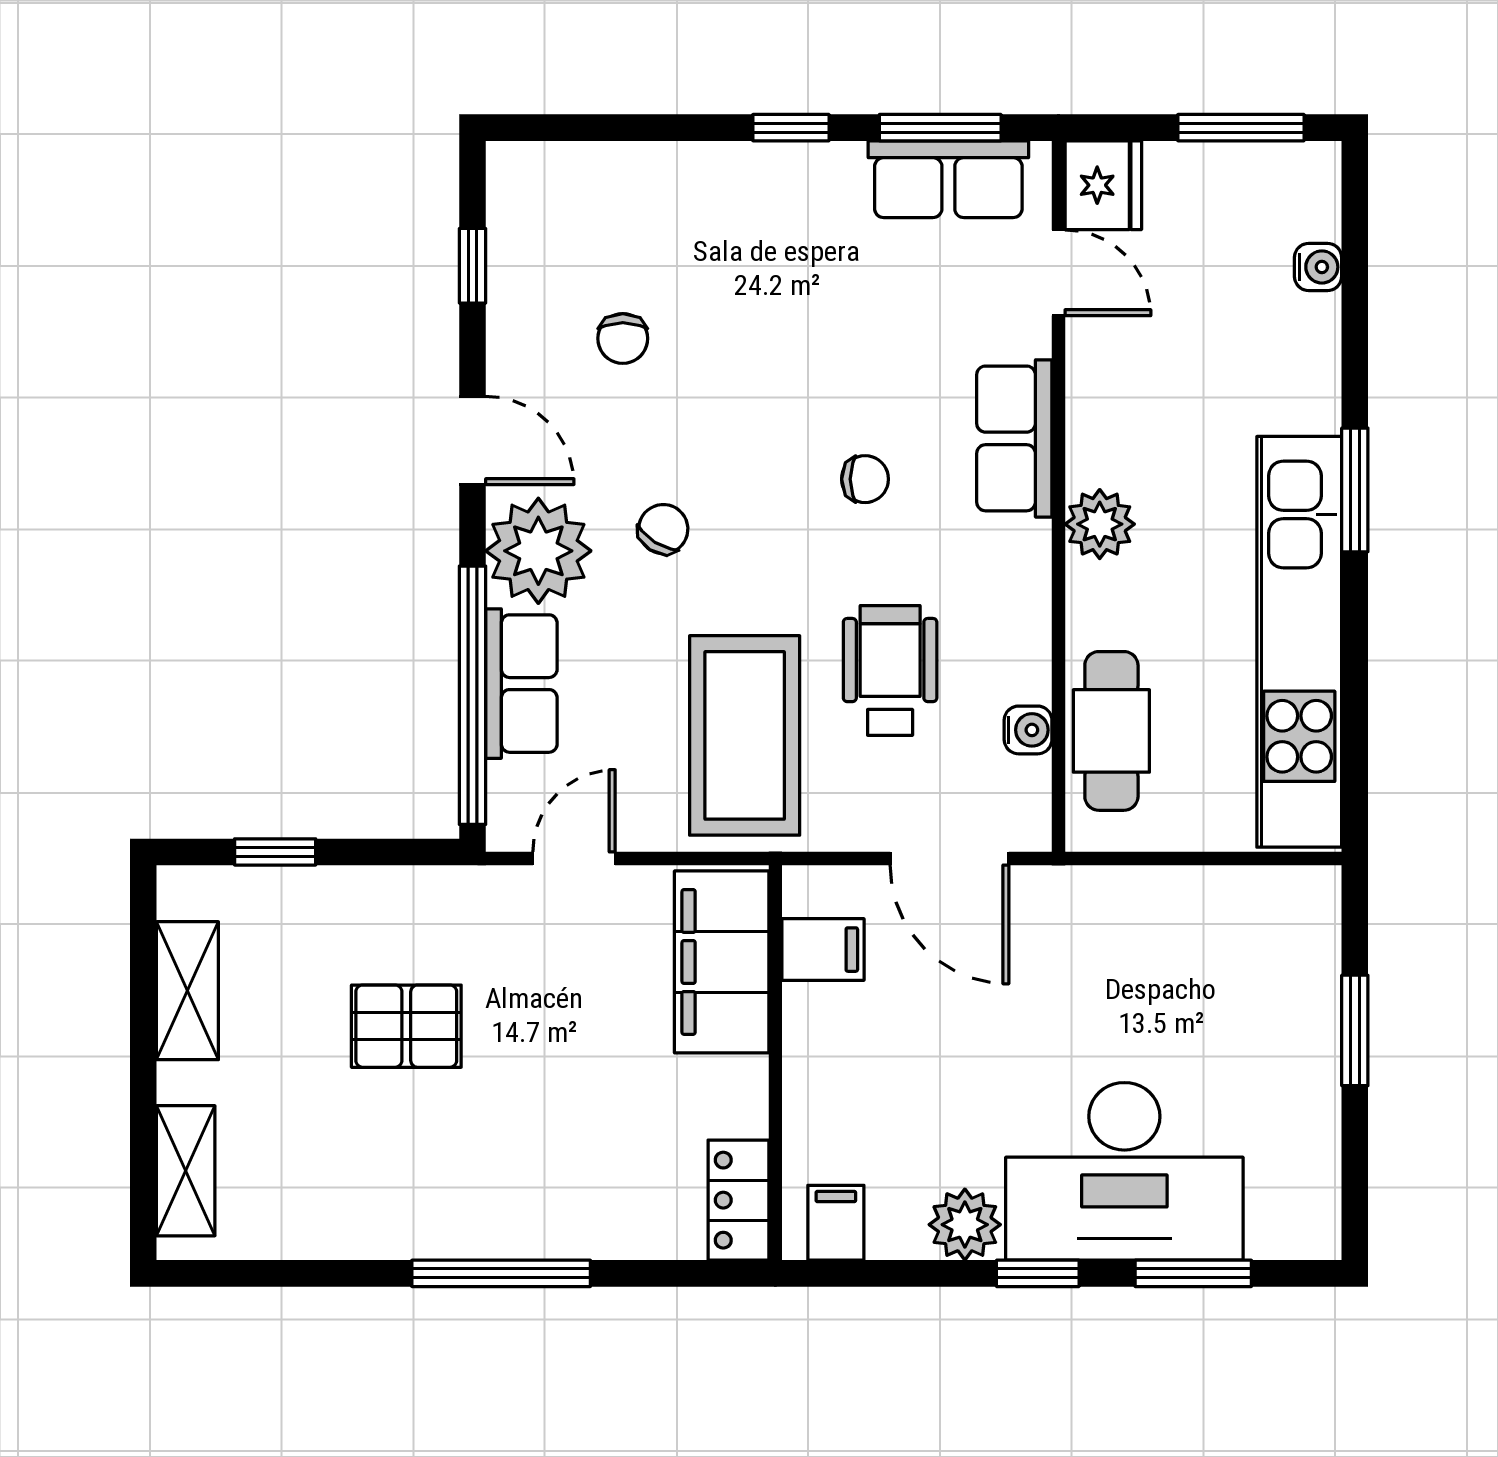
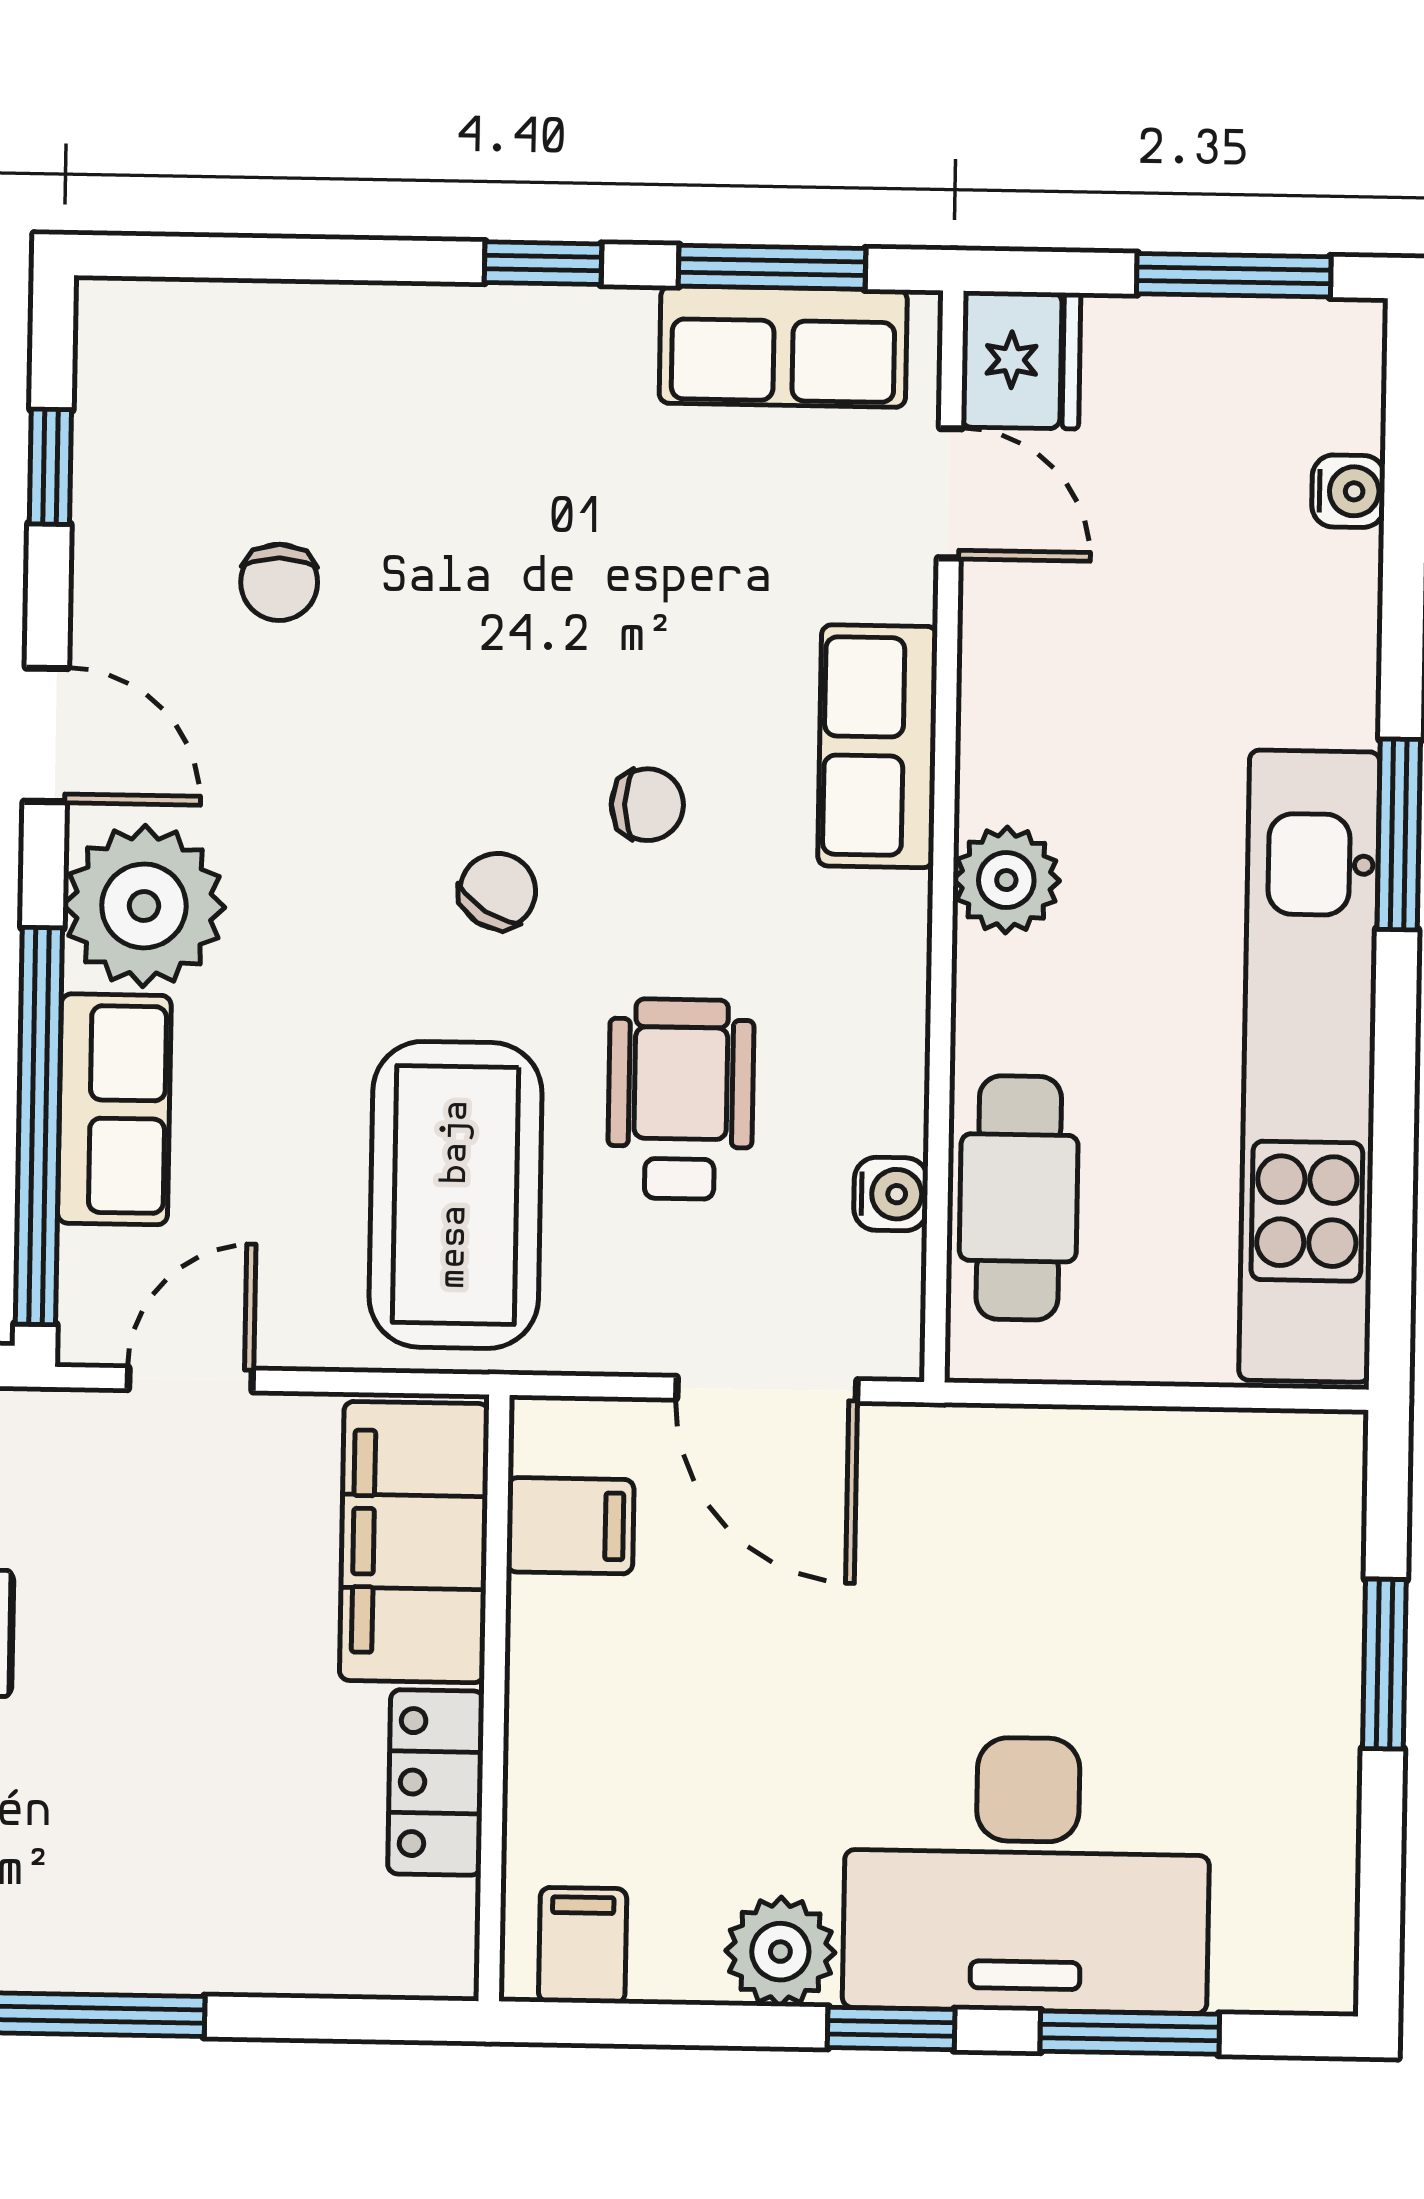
chair: (663, 529) -> (498, 891), moved
locker: (738, 1200) -> (436, 1782), moved

